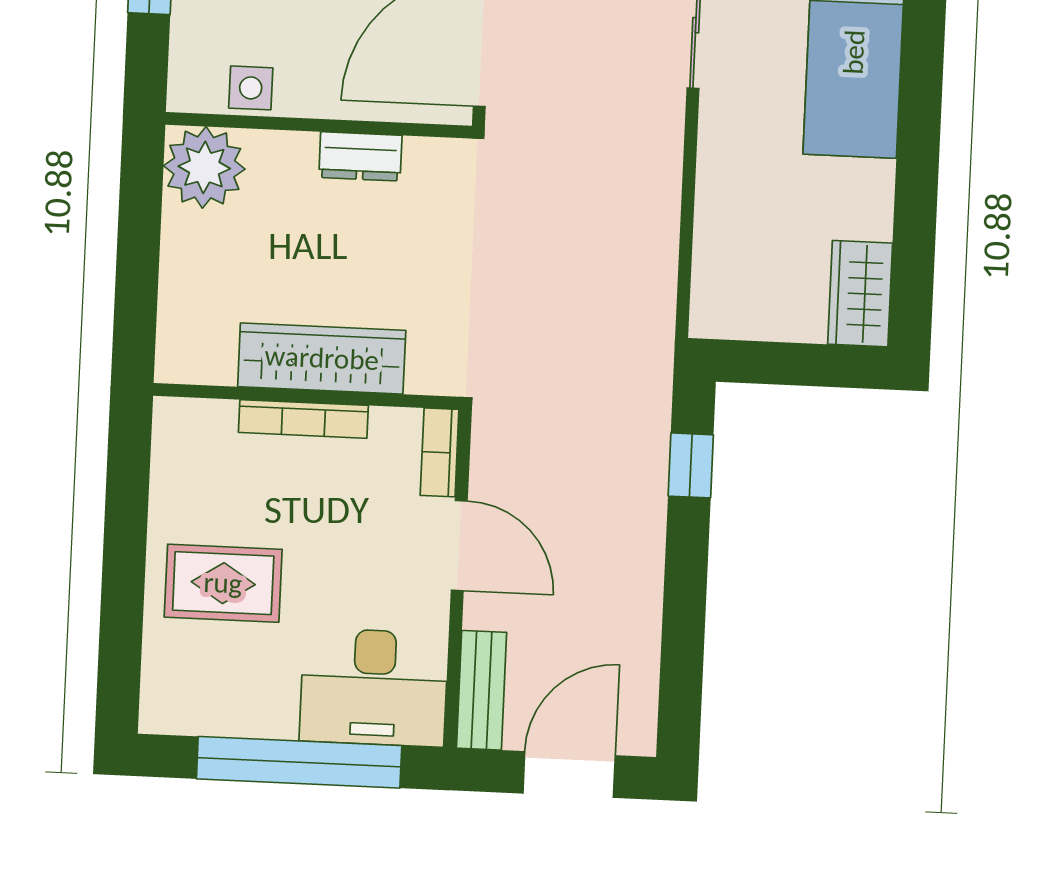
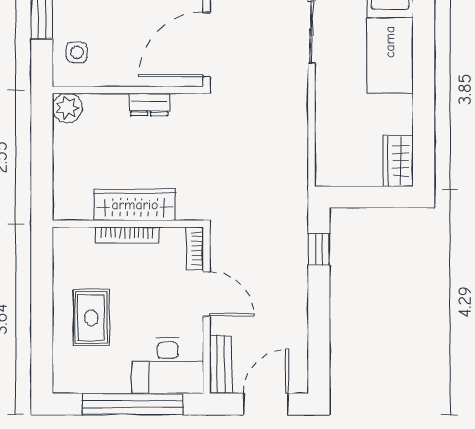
side table: (251, 88) -> (77, 52), moved
plant: (204, 167) -> (67, 108), width x0.73, depth x0.73
rug: (223, 583) -> (91, 318), turned 90

